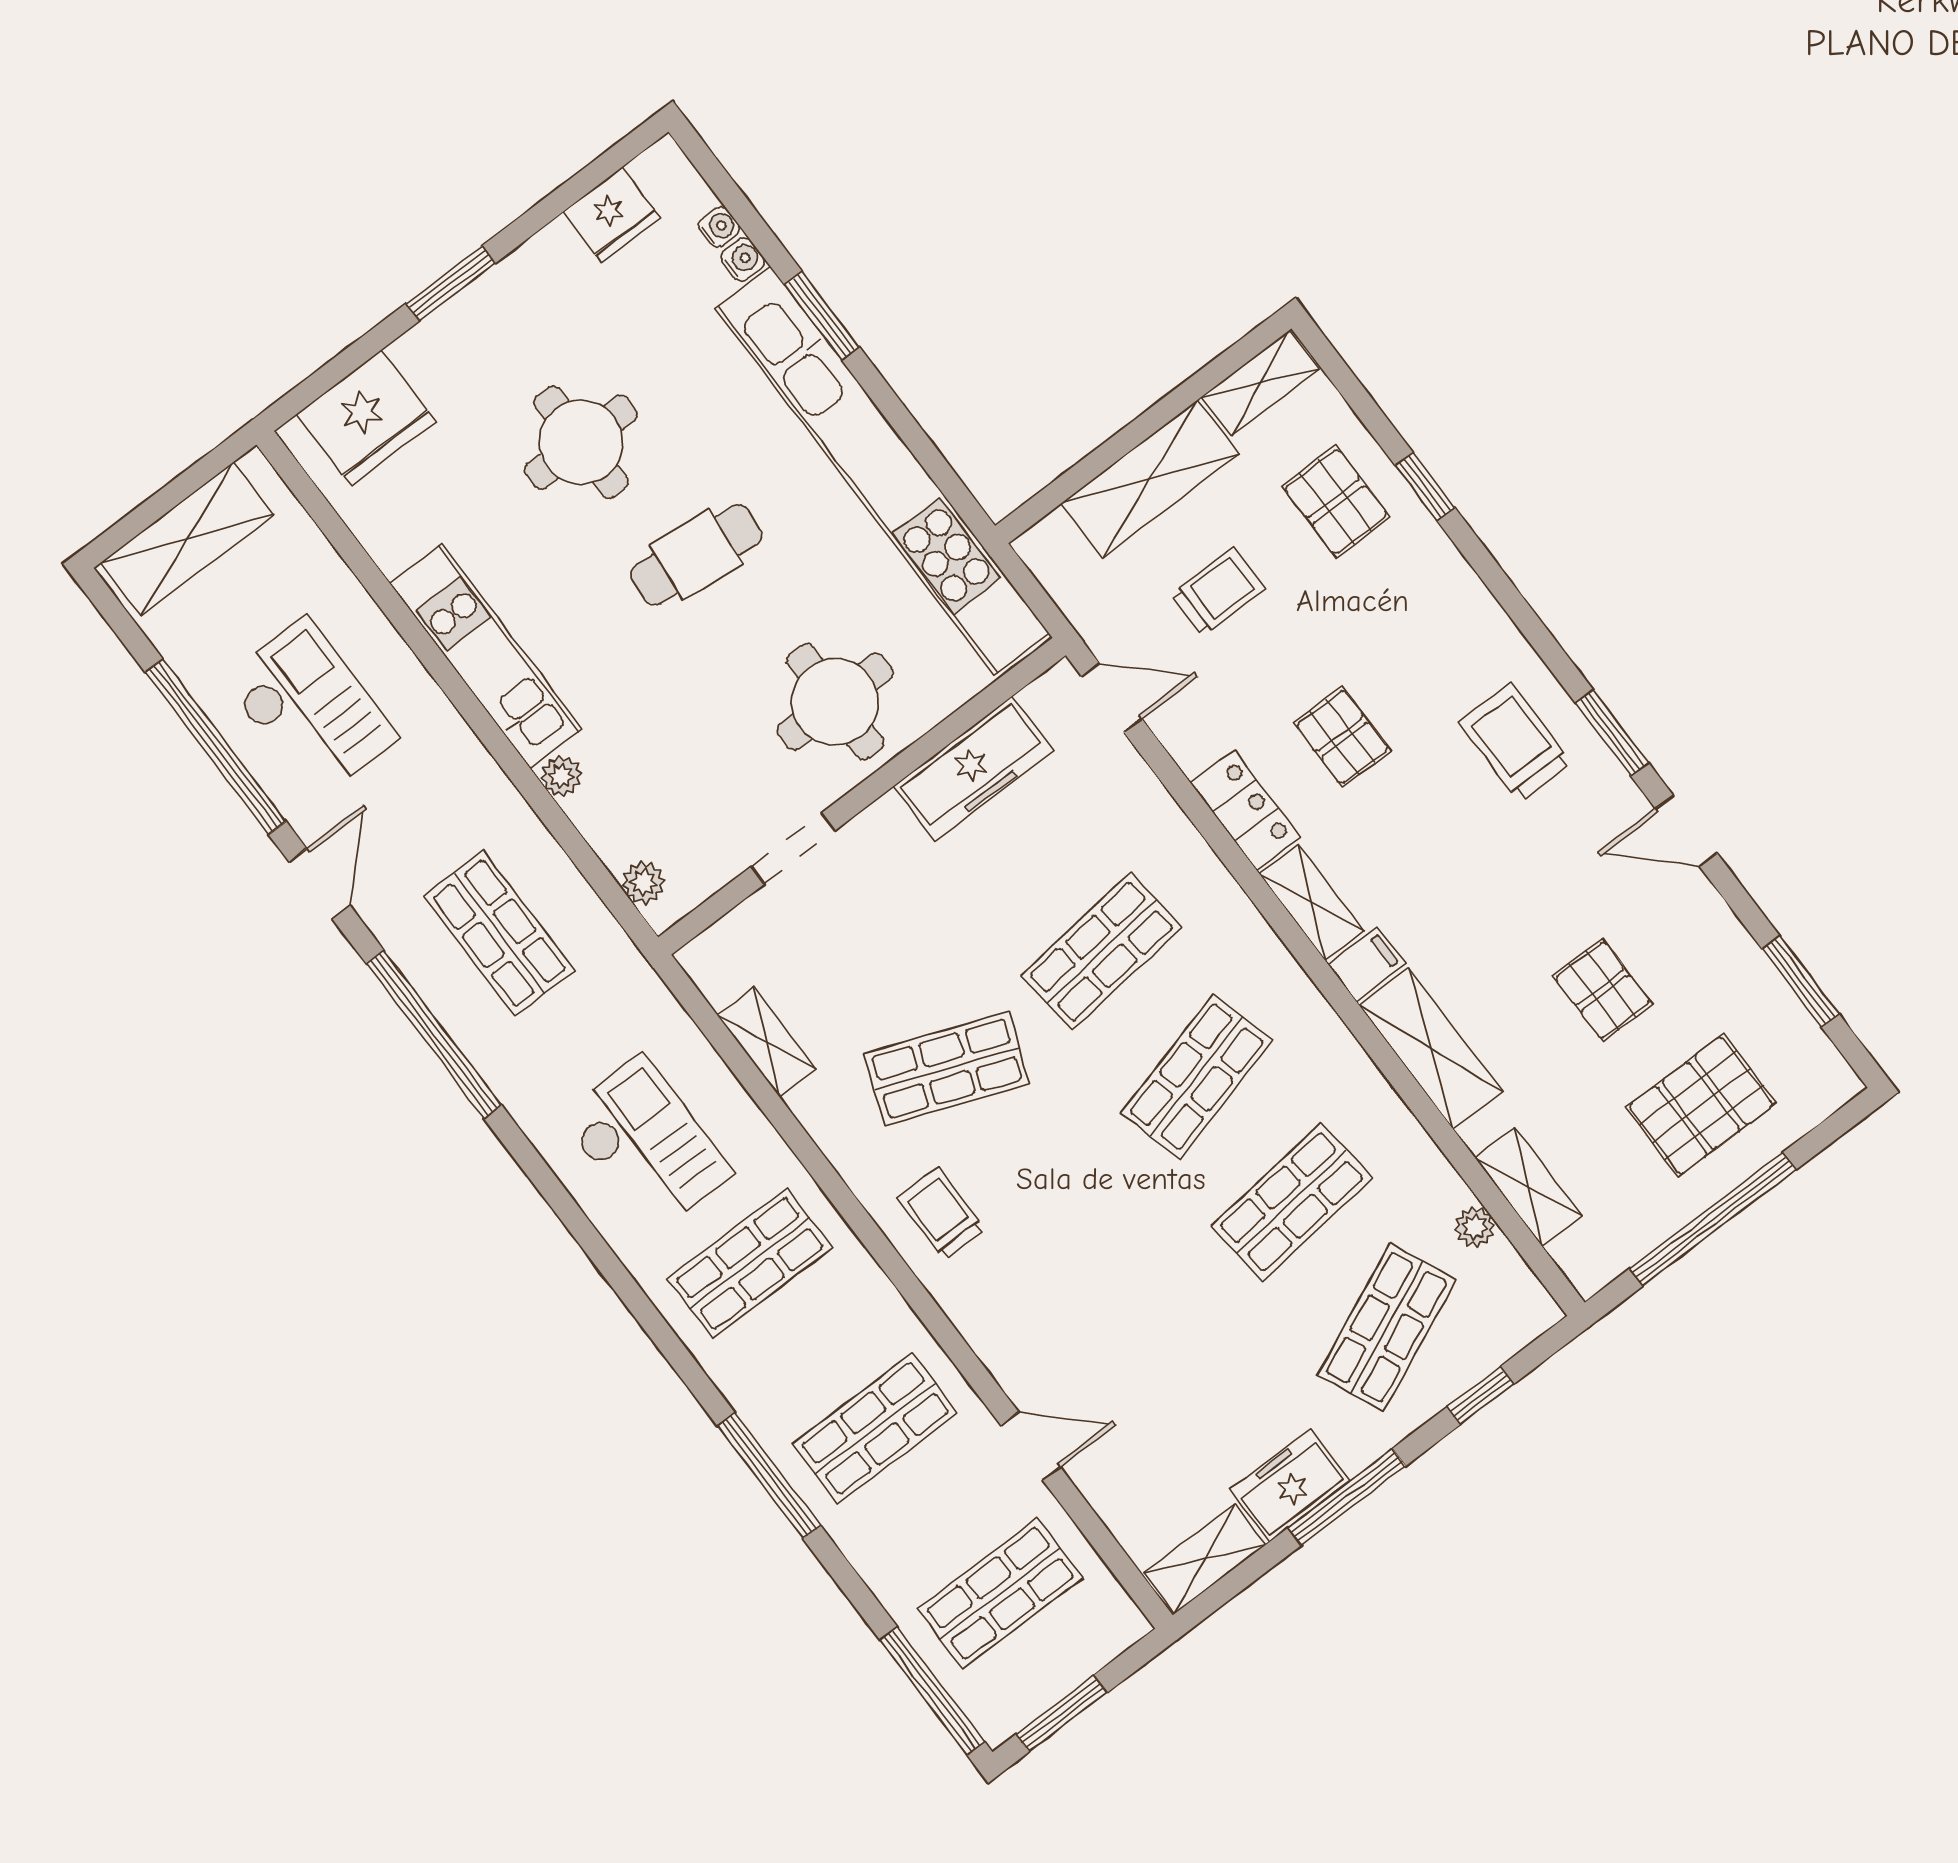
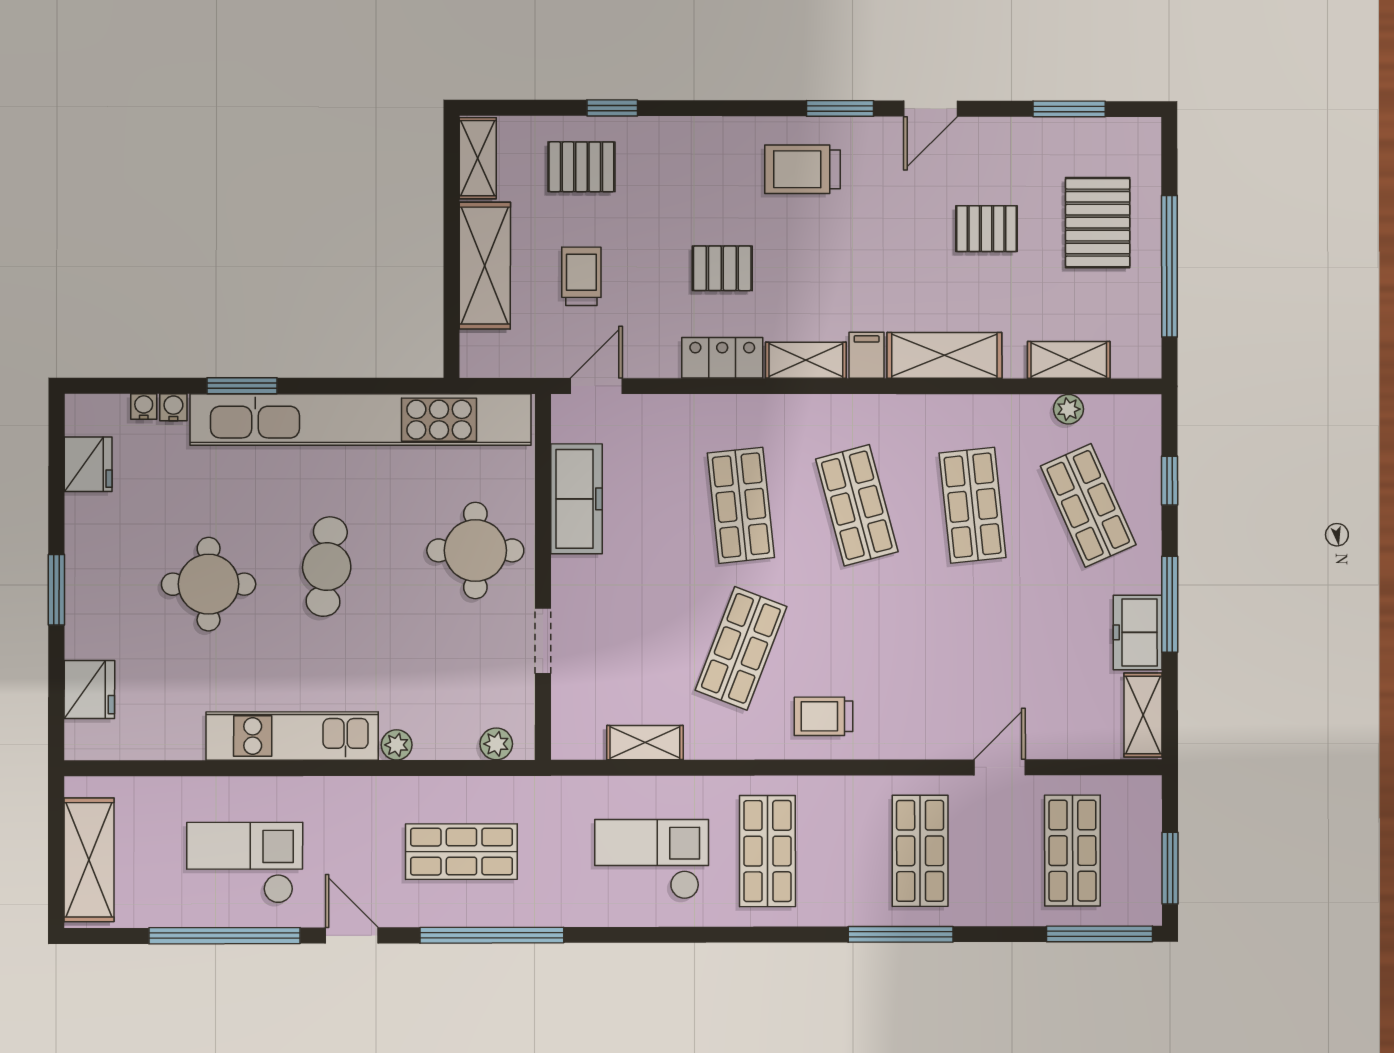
fridge: (366, 418) -> (89, 689), width x0.73, depth x0.75

